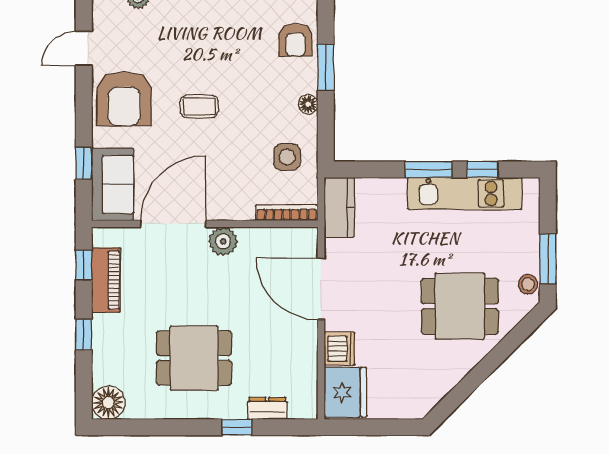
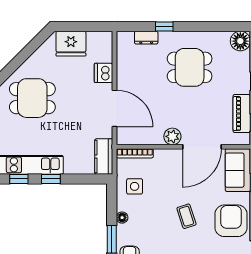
coffee table: (199, 106) -> (186, 216), turned 72
window: (428, 169) -> (51, 179), width x0.67
fridge: (345, 392) -> (71, 44), moved, turned -90

